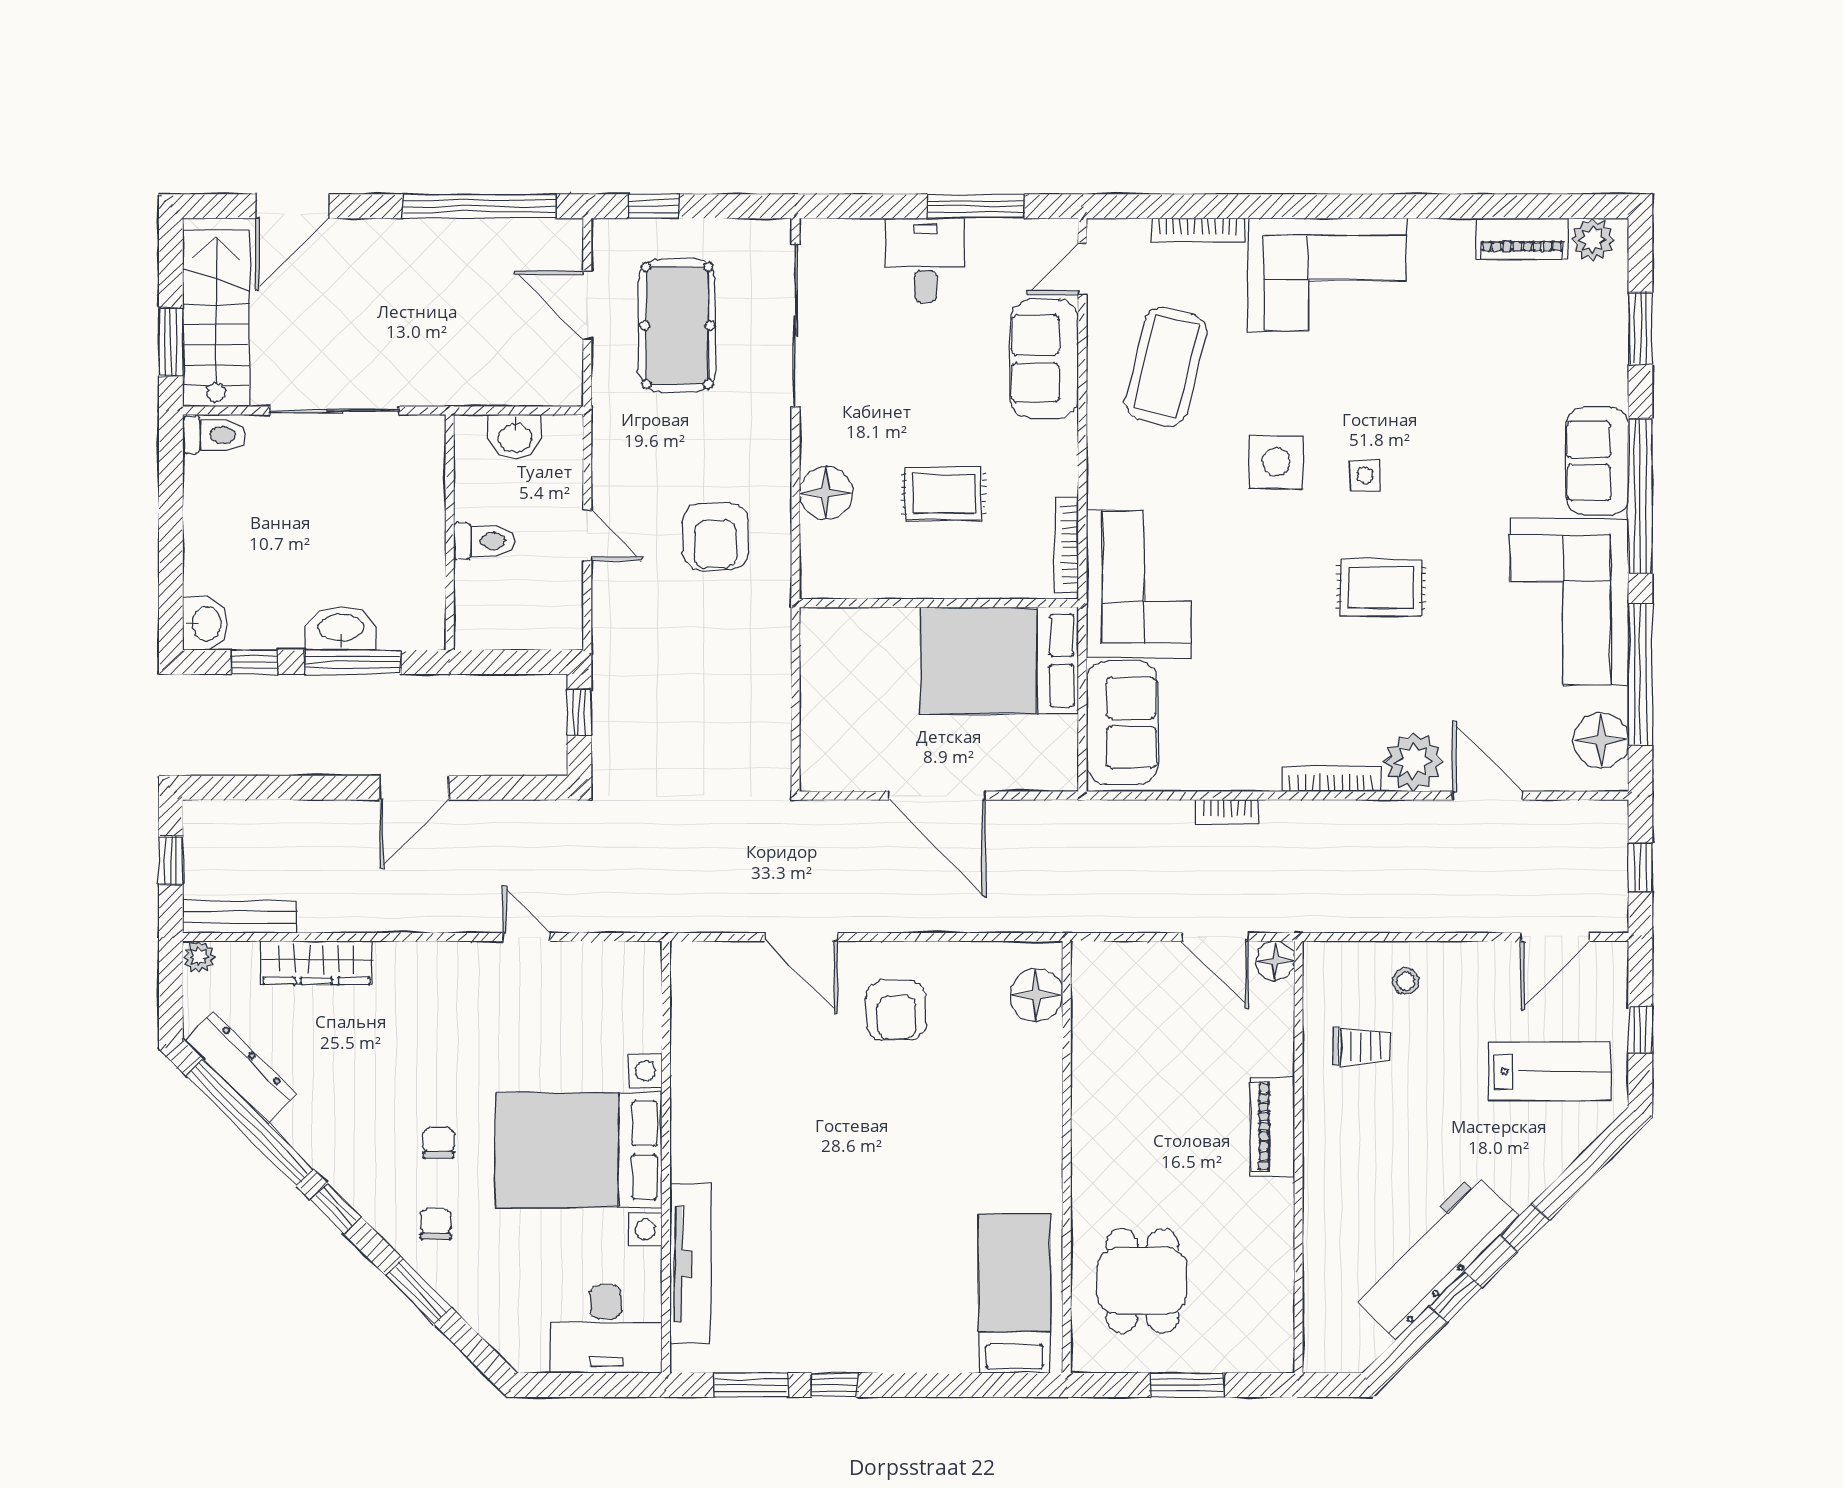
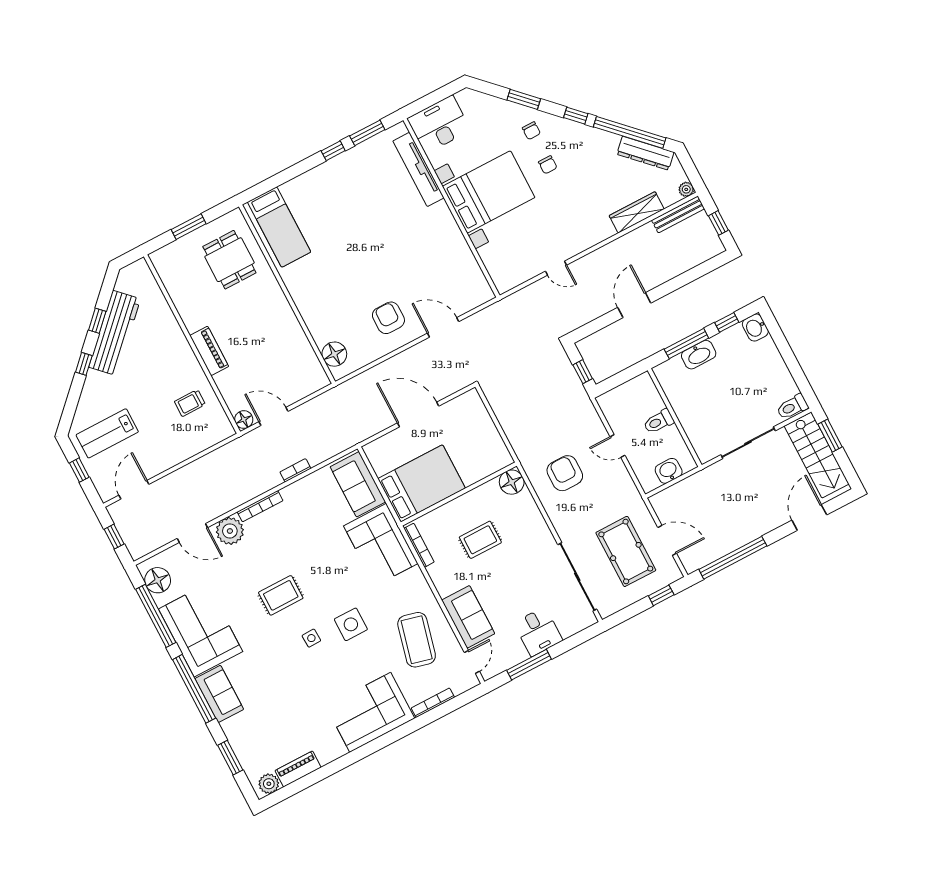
floor lamp: (826, 493) -> (512, 482), moved
stool: (1406, 981) -> (186, 439), removed

